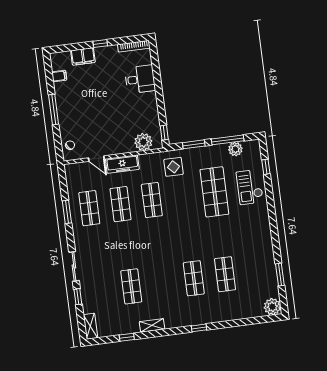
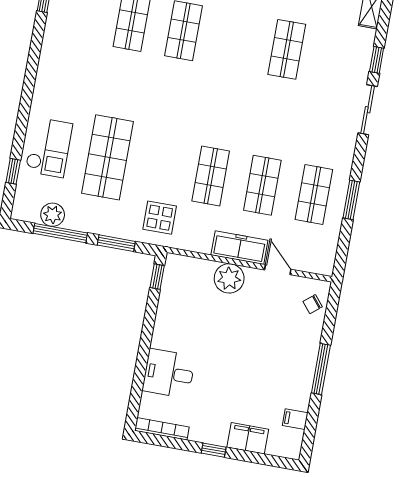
plant: (143, 142) -> (229, 278), moved

